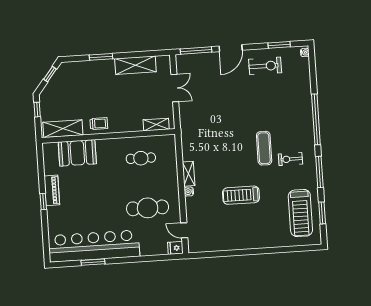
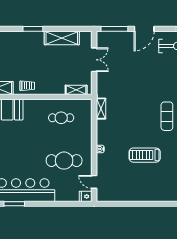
shelving: (189, 174) -> (101, 109), moved

